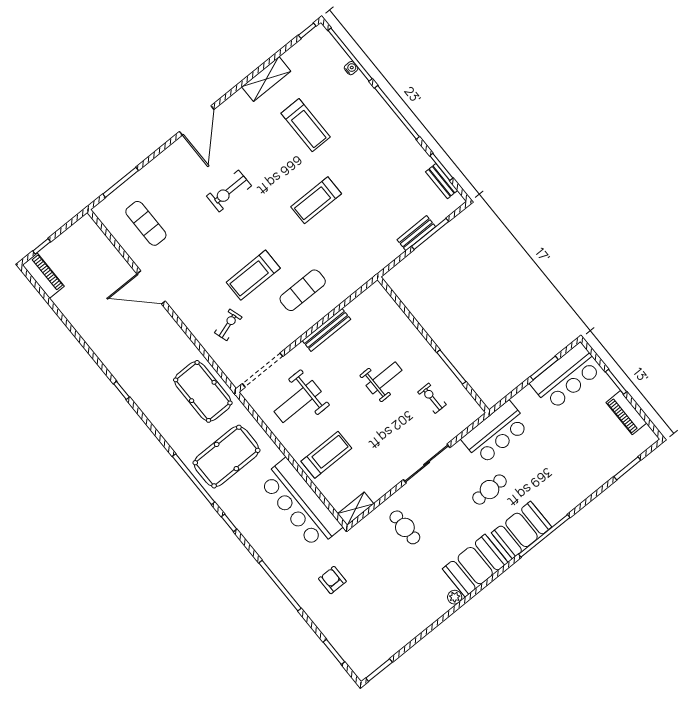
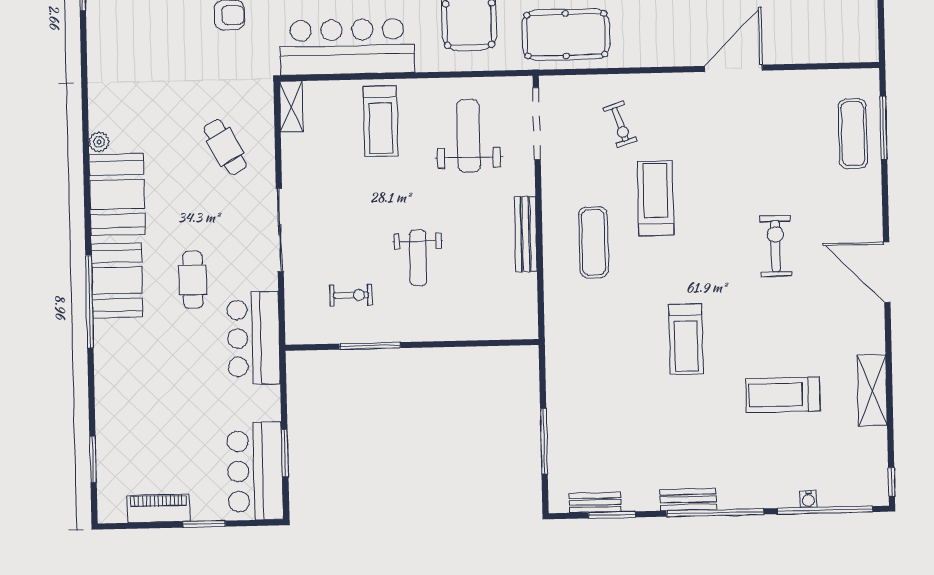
treadmill: (316, 200) -> (686, 339), turned 180
exercise mat: (146, 223) -> (853, 134), moved, turned 90
bench: (416, 233) -> (688, 499), moved, turned 90
cafe table: (405, 527) -> (225, 147), turned 61

